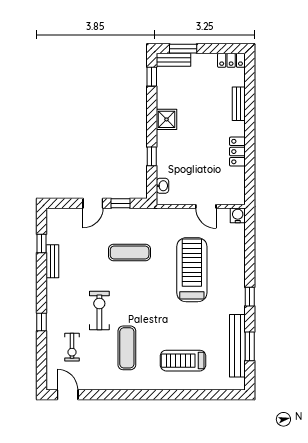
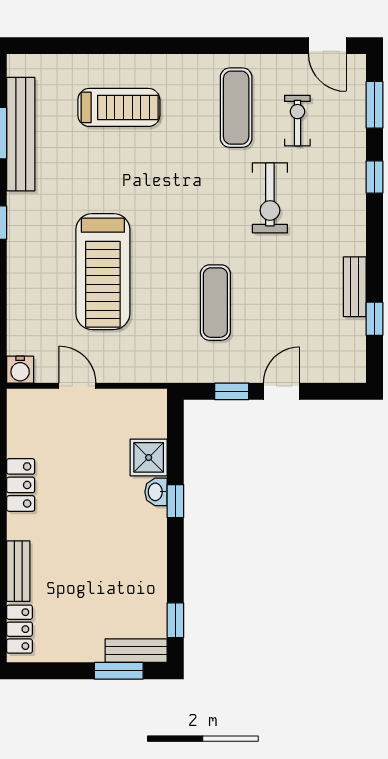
locker: (231, 60) -> (19, 629), moved, turned 90
shower: (167, 119) -> (149, 457), moved
window: (152, 156) -> (175, 501), moved
washbasin: (162, 186) -> (156, 492), moved
exercise mat: (130, 253) -> (215, 303), turned 90
exercise bike: (72, 347) -> (297, 121), moved
exercise mat: (127, 348) -> (236, 108), moved
window: (41, 362) -> (375, 105), added

